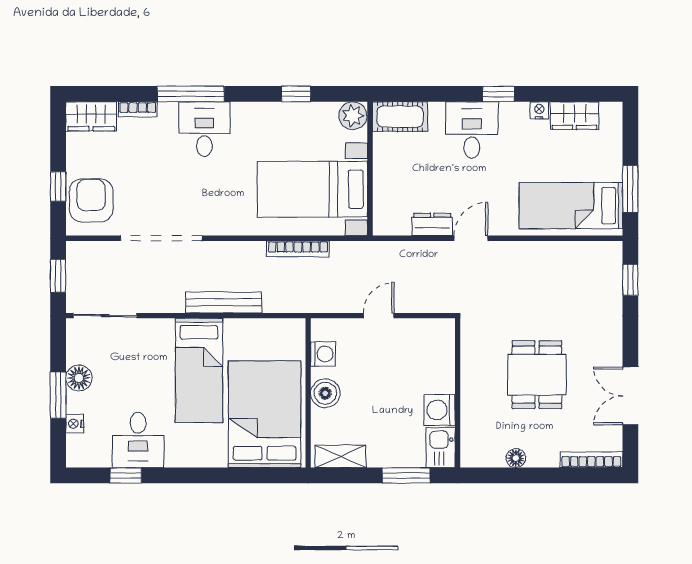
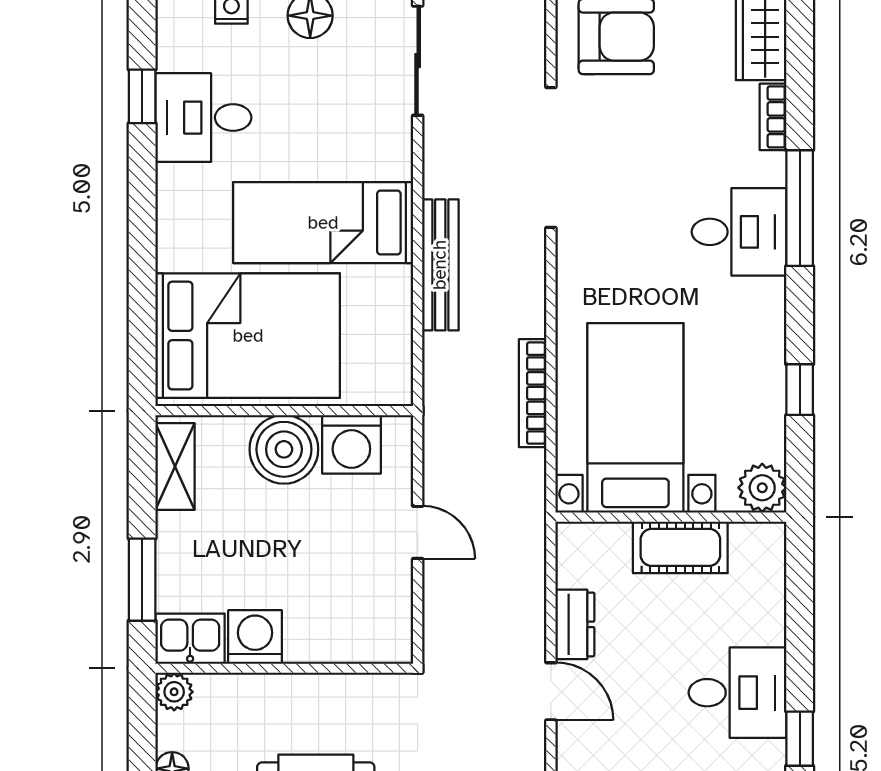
cot: (400, 117) -> (680, 547), moved, turned 90
washing machine: (323, 354) -> (351, 444), width x1.38, depth x1.38
boiler: (325, 393) -> (284, 449), width x1.37, depth x1.37
plant: (471, 457) -> (174, 692), added

